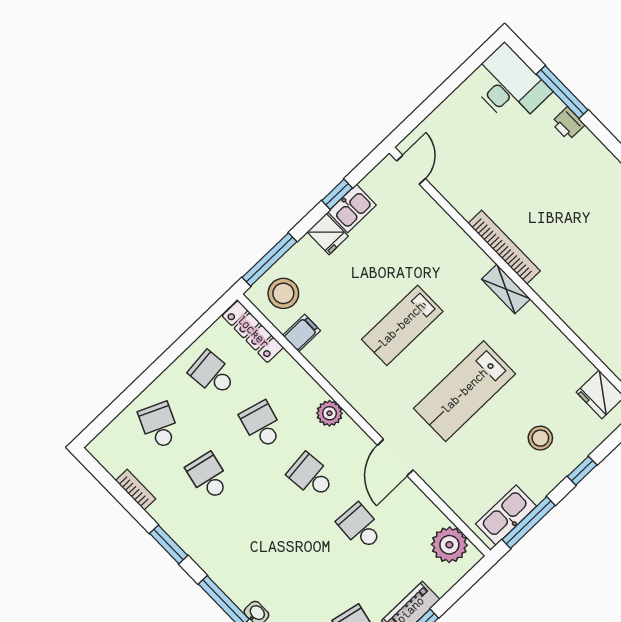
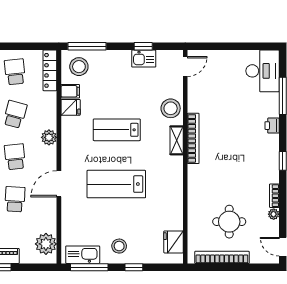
printer: (568, 124) -> (272, 126), moved
fridge: (328, 234) -> (71, 107), moved, turned -90
stool: (442, 237) -> (171, 108), added
shelving: (506, 289) -> (177, 140), moved
stool: (540, 438) -> (119, 246), moved

